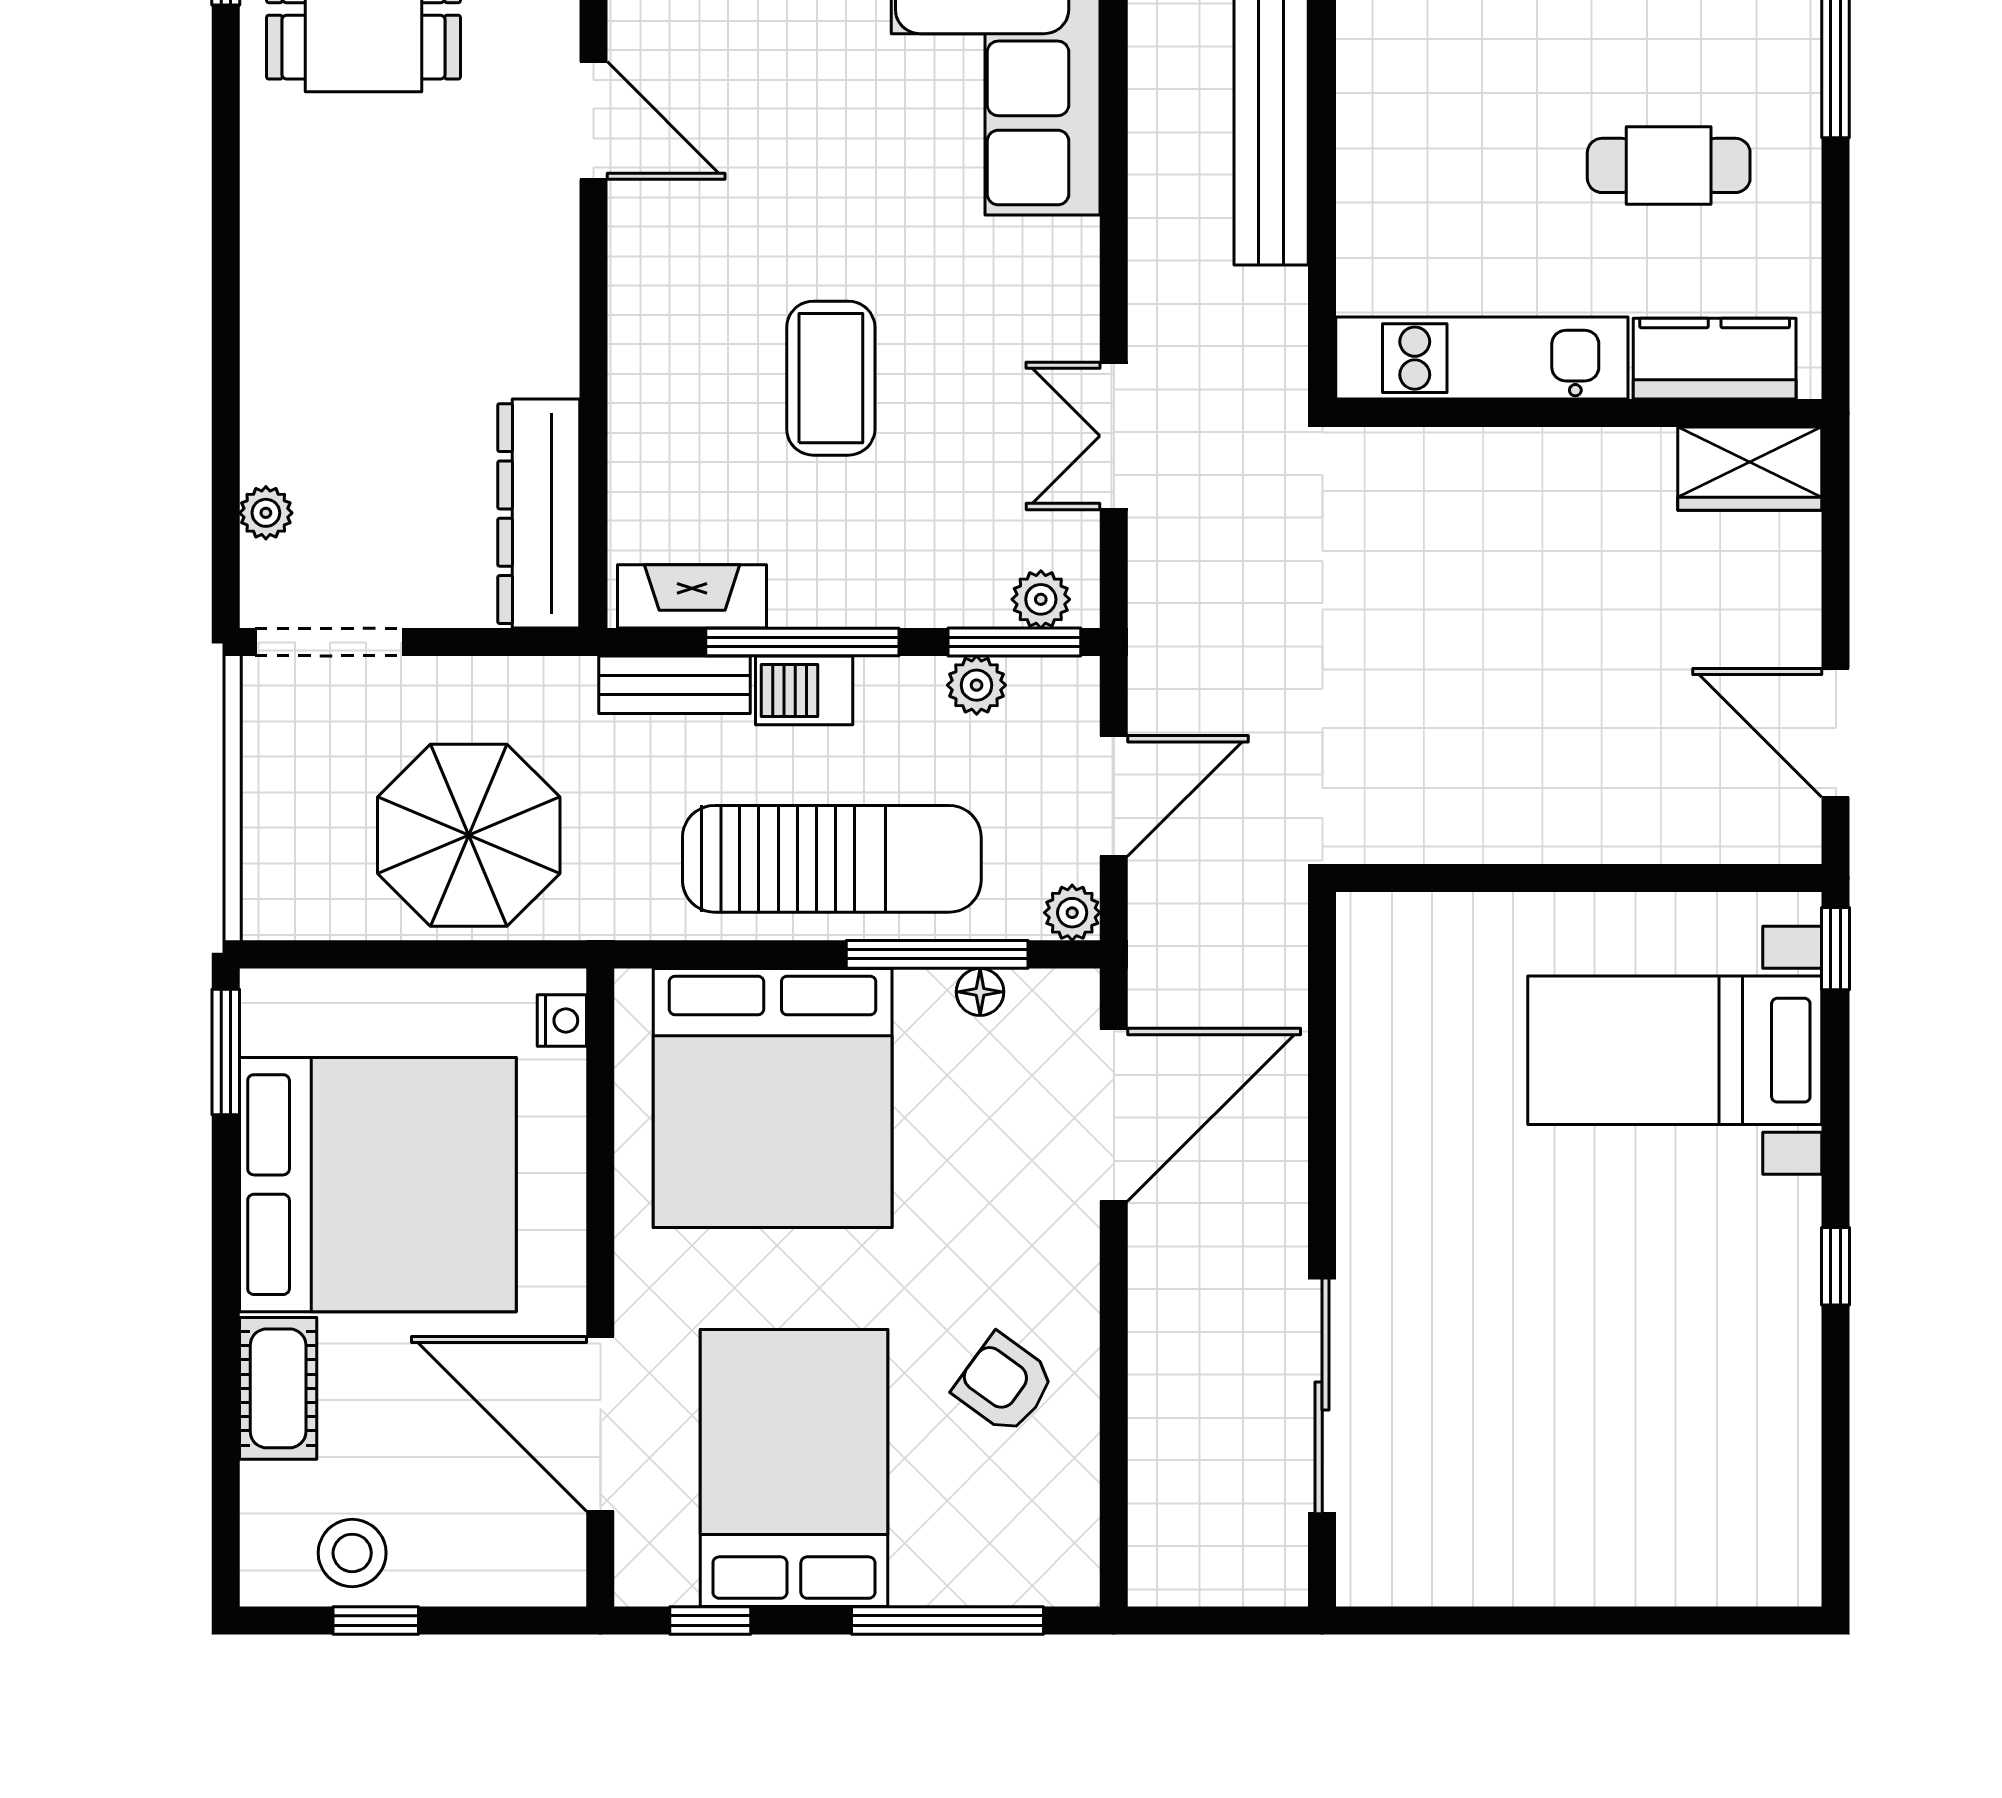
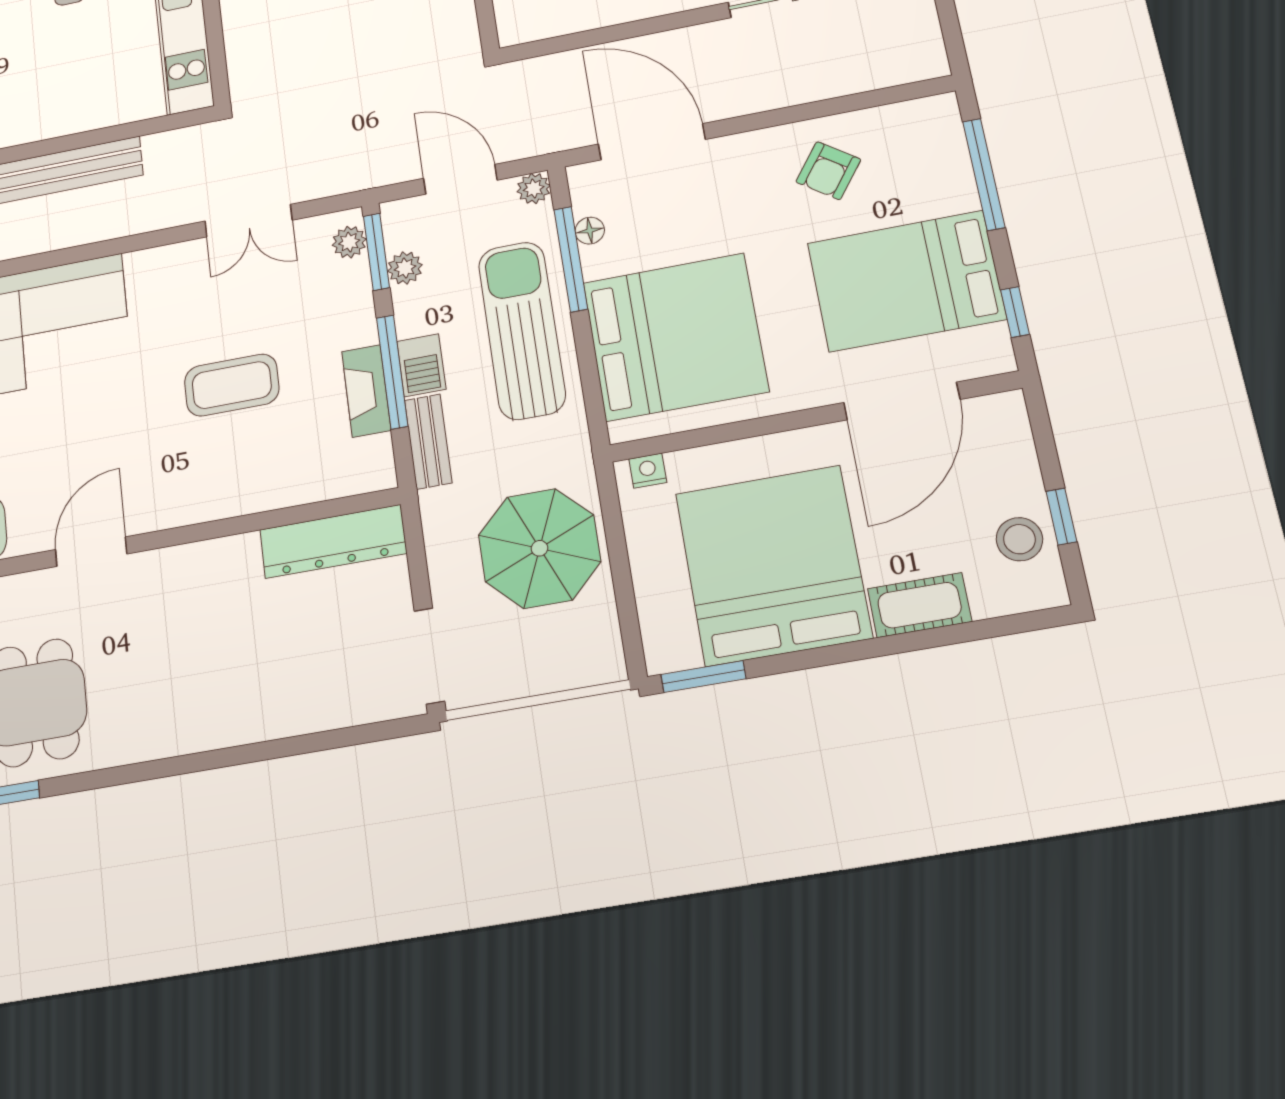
plant: (266, 513) -> (353, 710), removed
fireplace: (692, 596) -> (366, 391), moved

